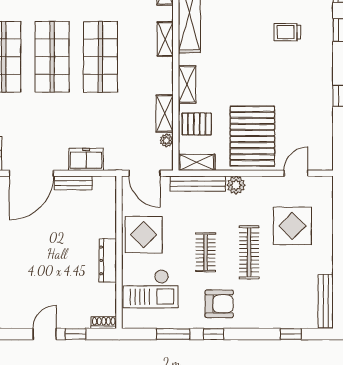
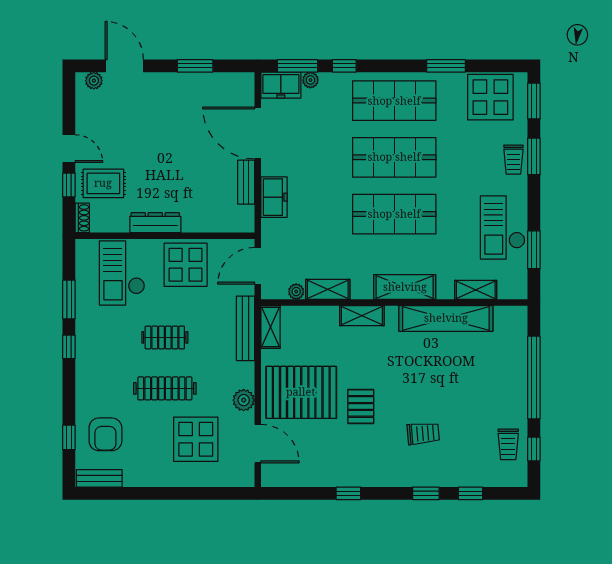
trolley: (287, 32) -> (423, 433), turned 85
shelving: (165, 39) -> (405, 287), width x1.50, depth x1.33
pallet: (197, 124) -> (361, 406), moved
door: (296, 173) -> (258, 444), width x1.38
plant: (236, 185) -> (244, 400), moved
bench: (326, 301) -> (99, 478), width x0.73
armchair: (219, 304) -> (105, 434), moved
rug: (74, 305) -> (103, 183), added

